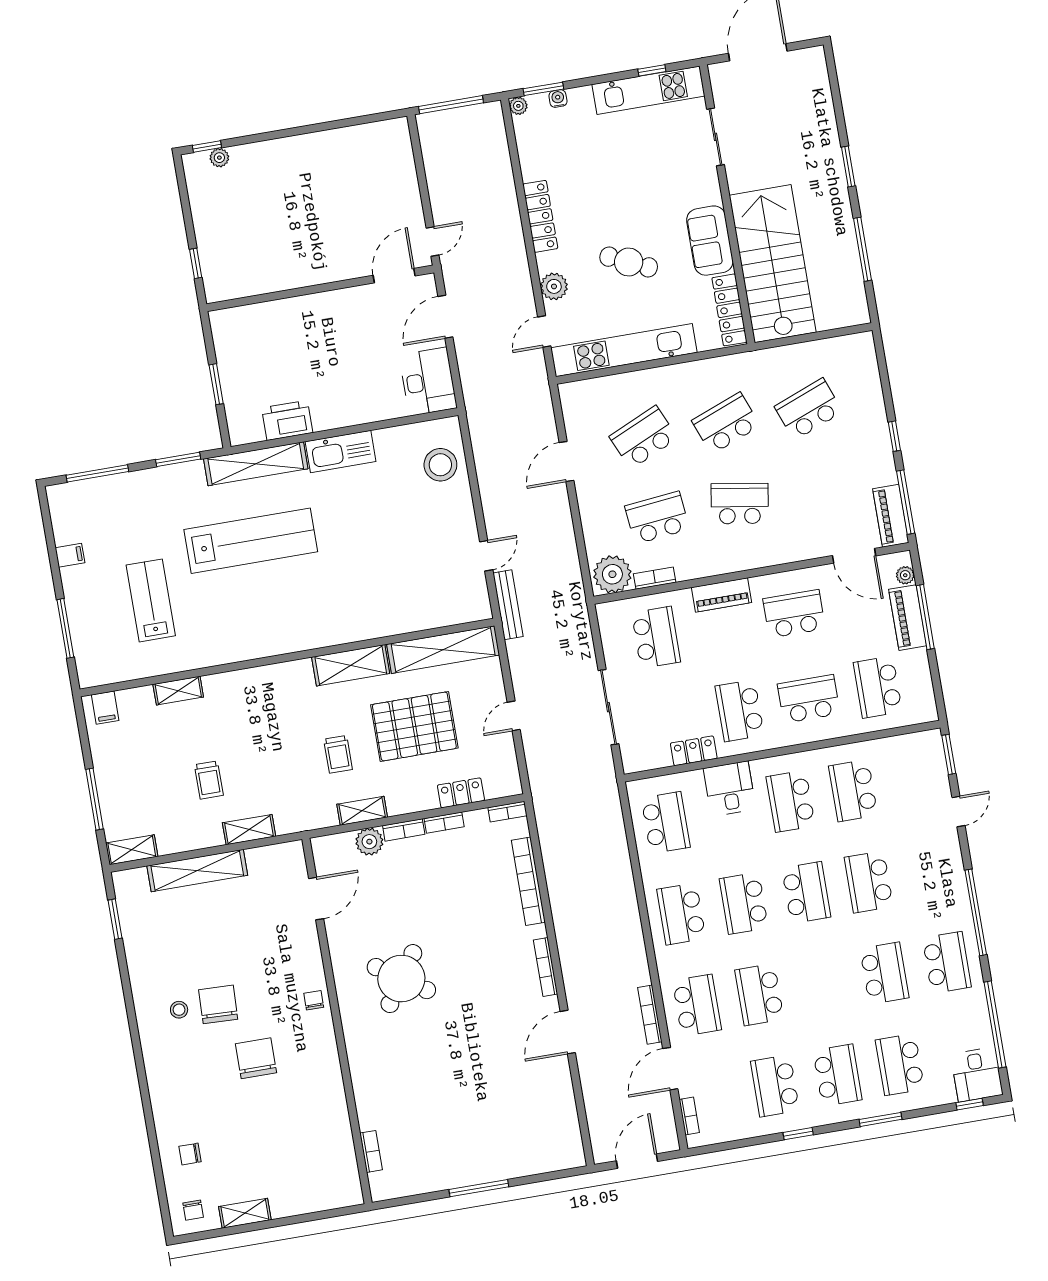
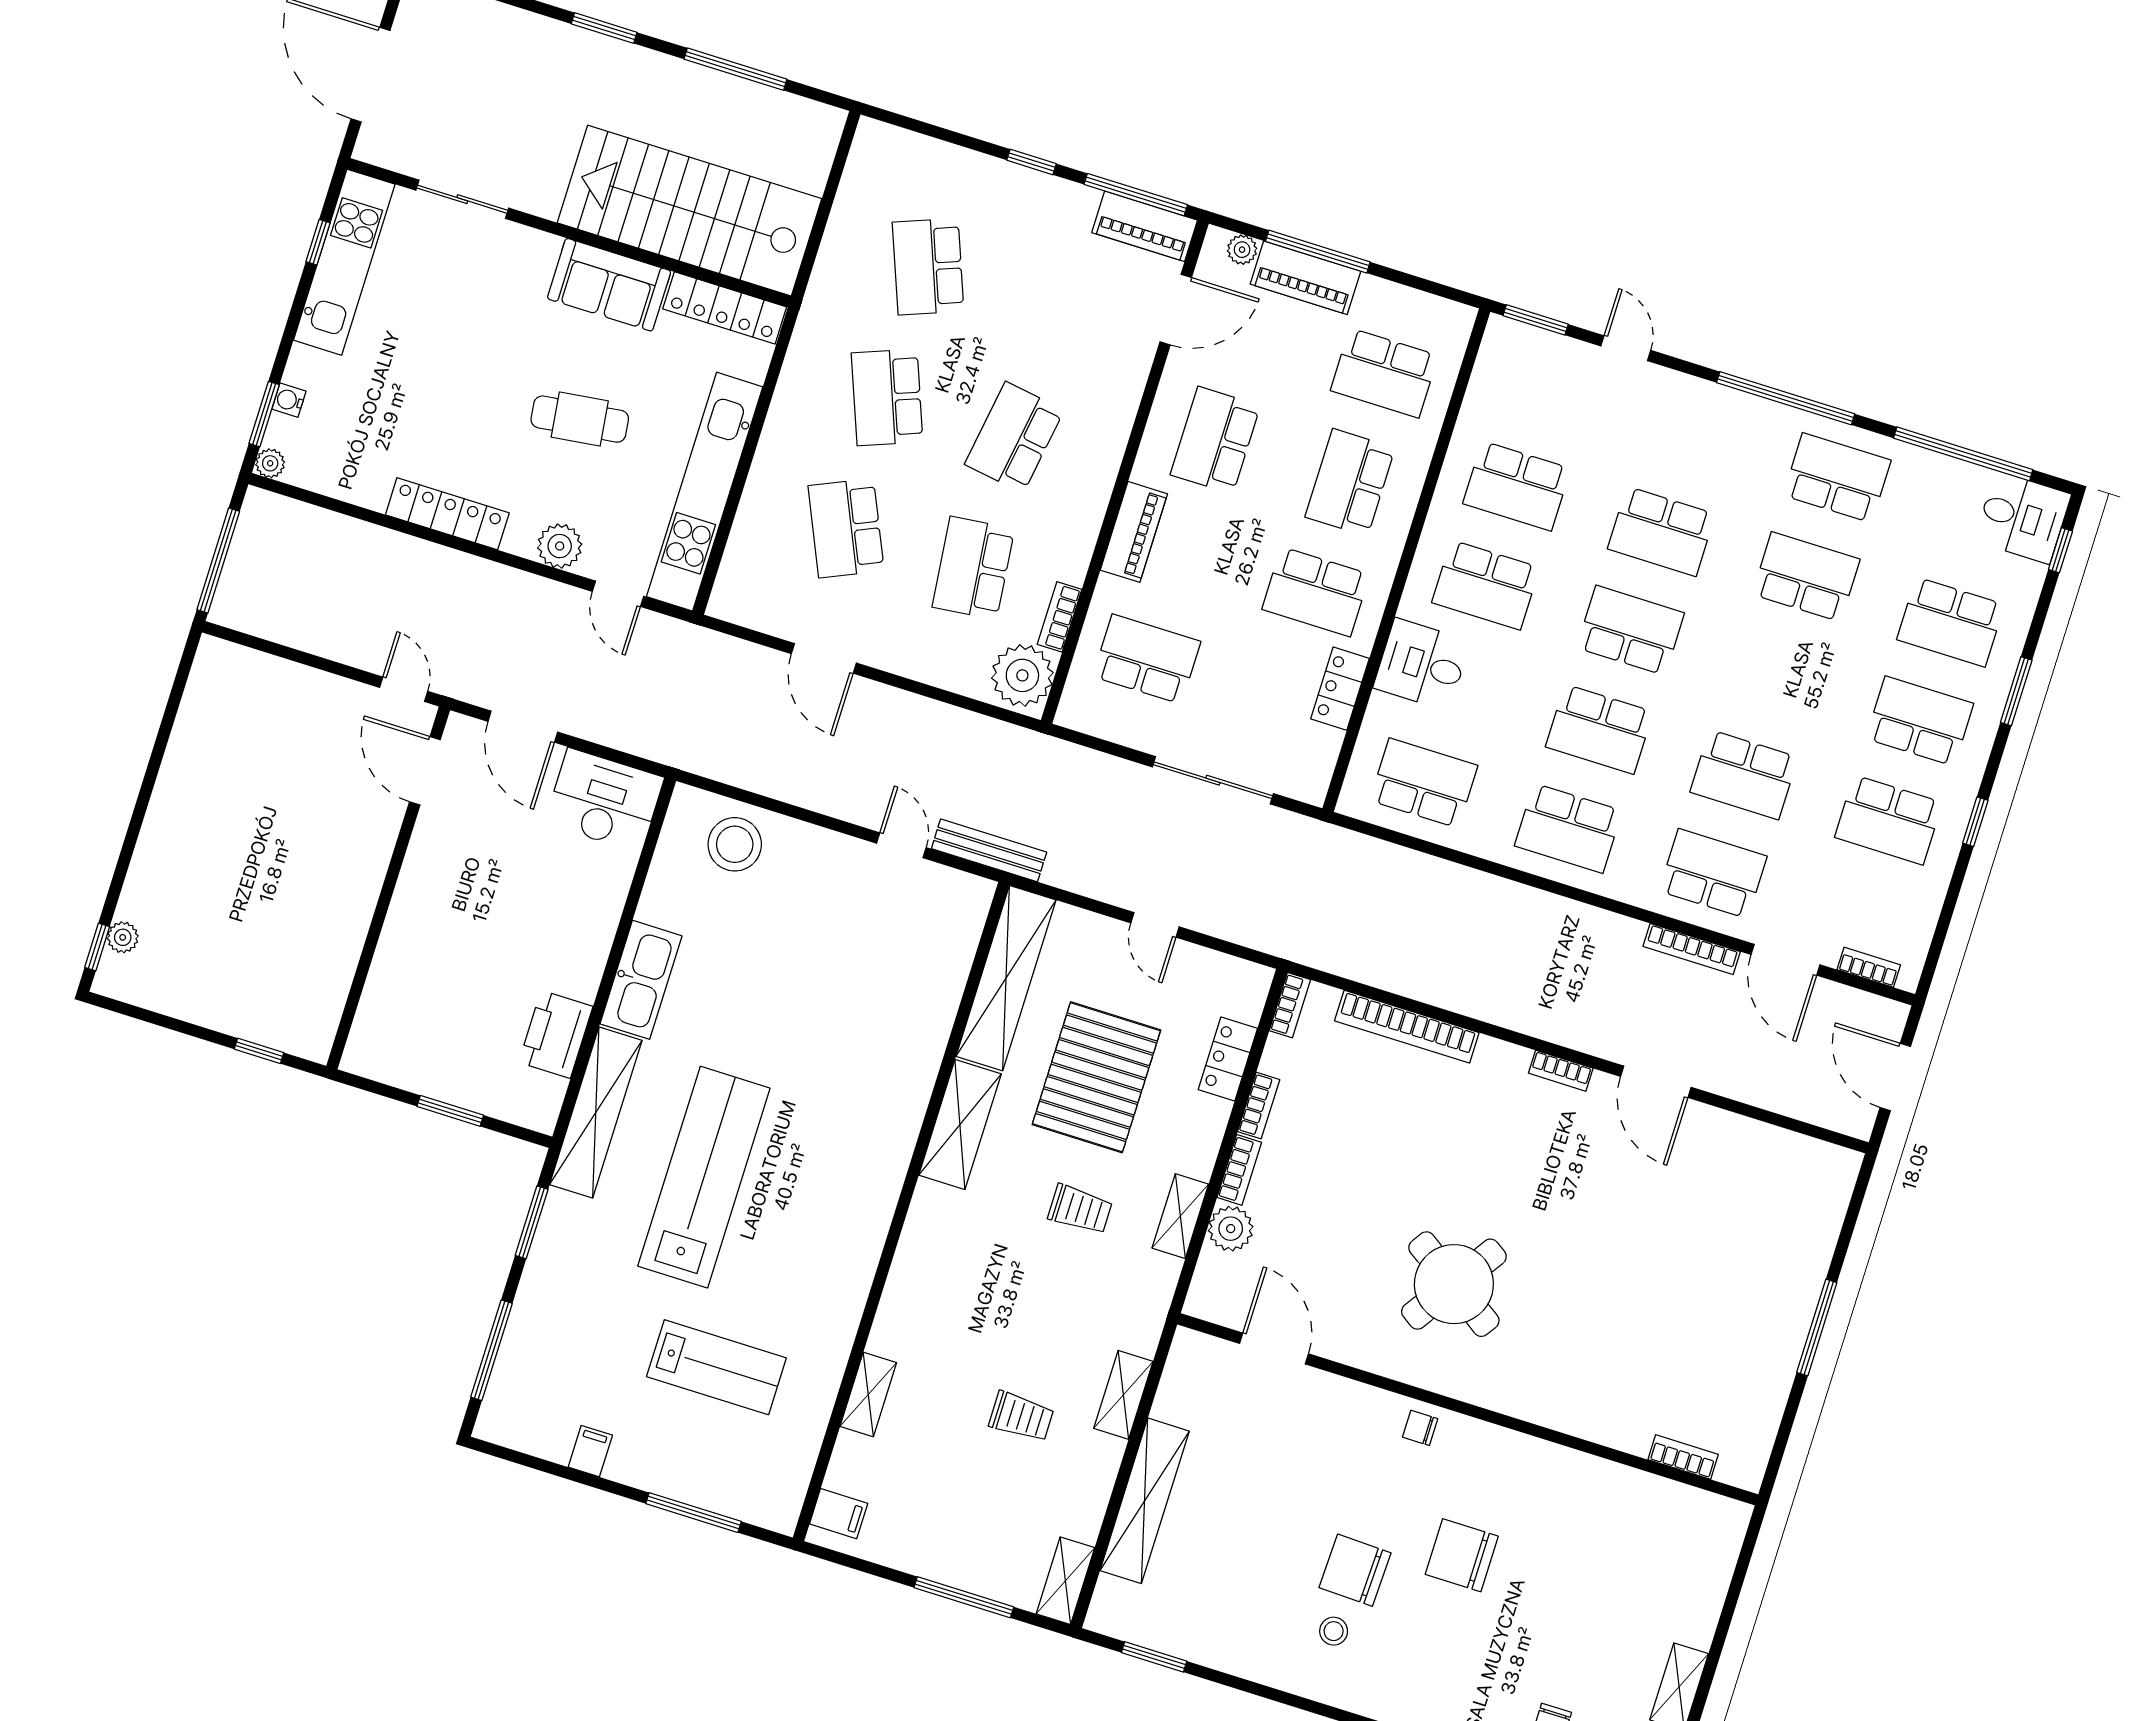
cafe table: (629, 262) -> (580, 419), turned 58
lab bench: (151, 600) -> (716, 1367), turned 180
bookcase: (545, 967) -> (1561, 1071), width x0.64

